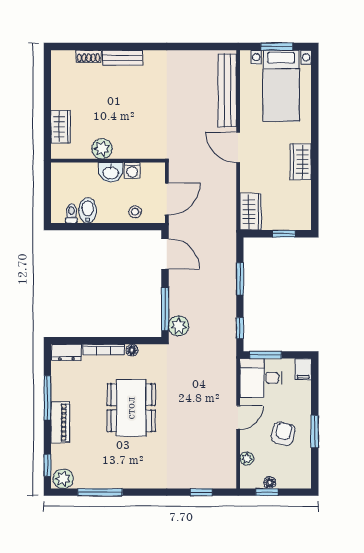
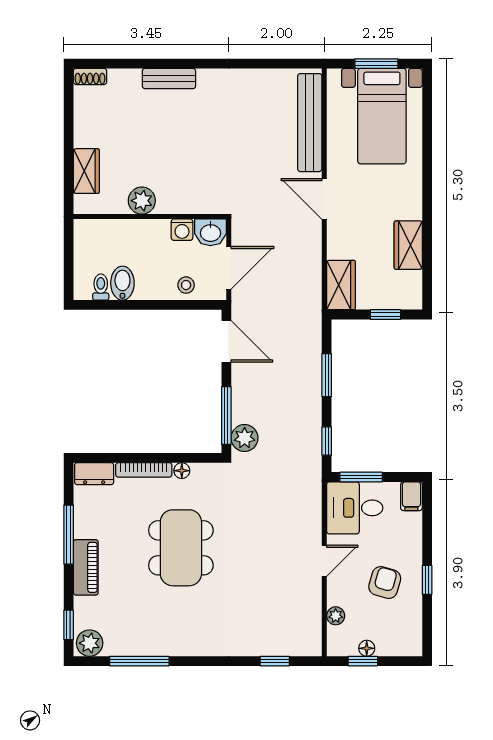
shoe rack: (89, 56) -> (90, 76), moved
wardrobe: (301, 162) -> (408, 245), moved
washbasin: (111, 172) -> (210, 232), moved
window: (315, 432) -> (427, 580), width x0.67

